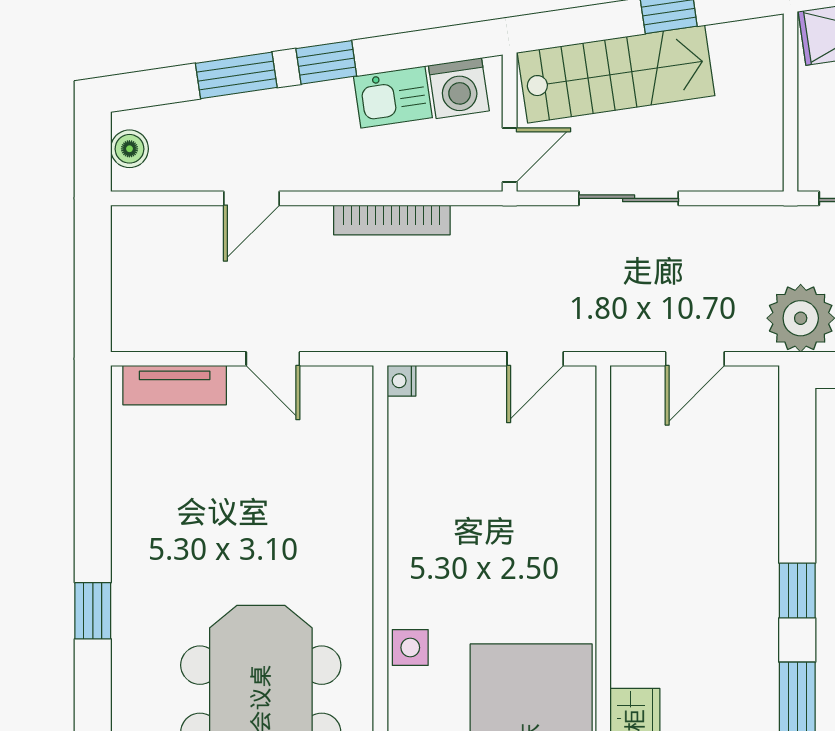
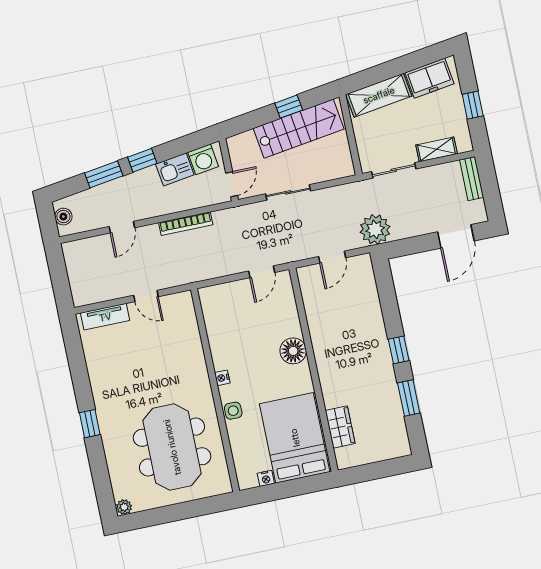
stairs: (616, 74) -> (299, 129), moved
nightstand: (401, 381) -> (222, 378), moved
floor lamp: (568, 545) -> (293, 351), added

